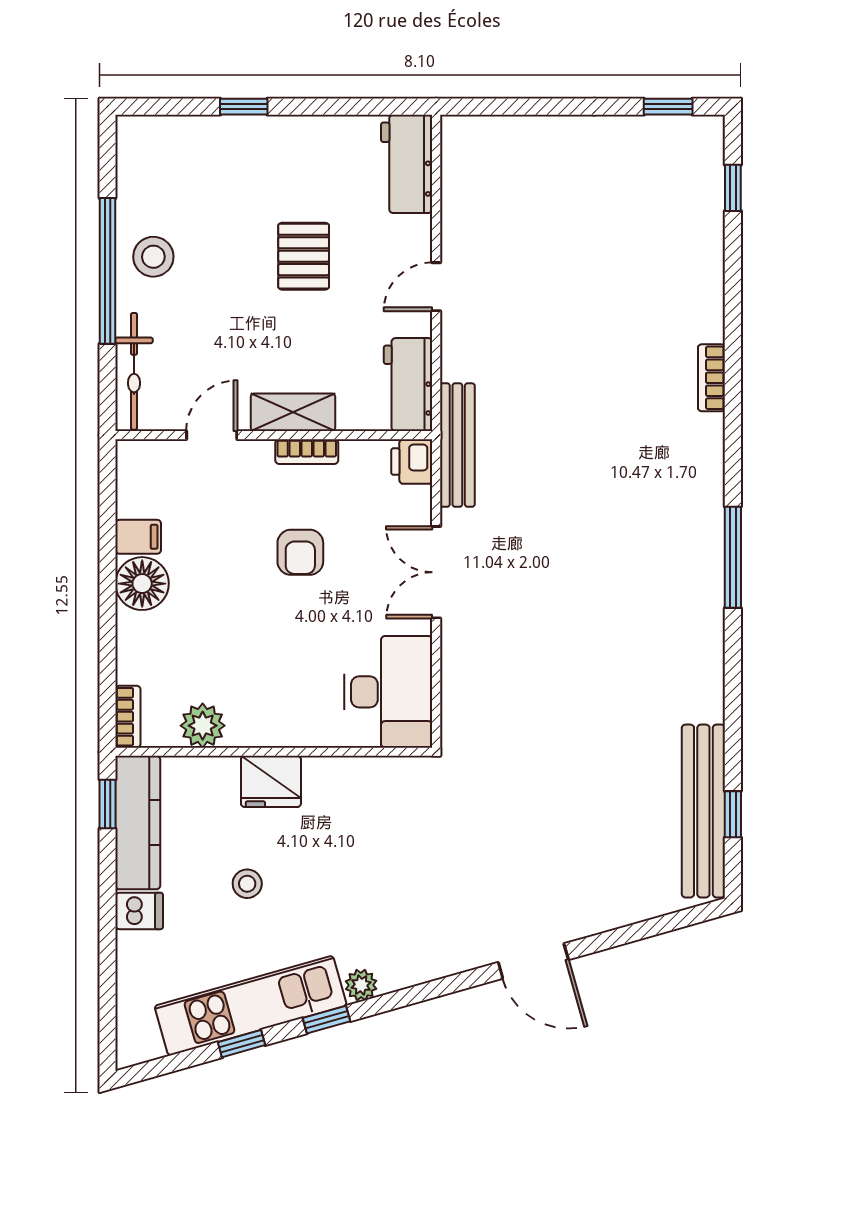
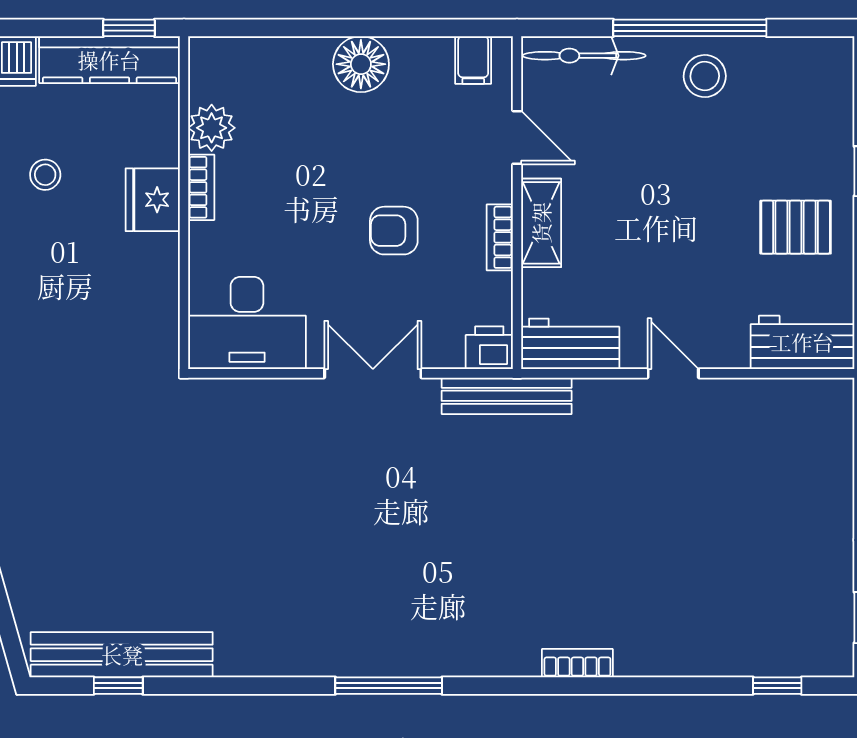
pallet: (304, 256) -> (796, 227), moved
filing cabinet: (138, 537) -> (473, 60), moved
bookcase: (128, 717) -> (201, 187), moved, turned -90

